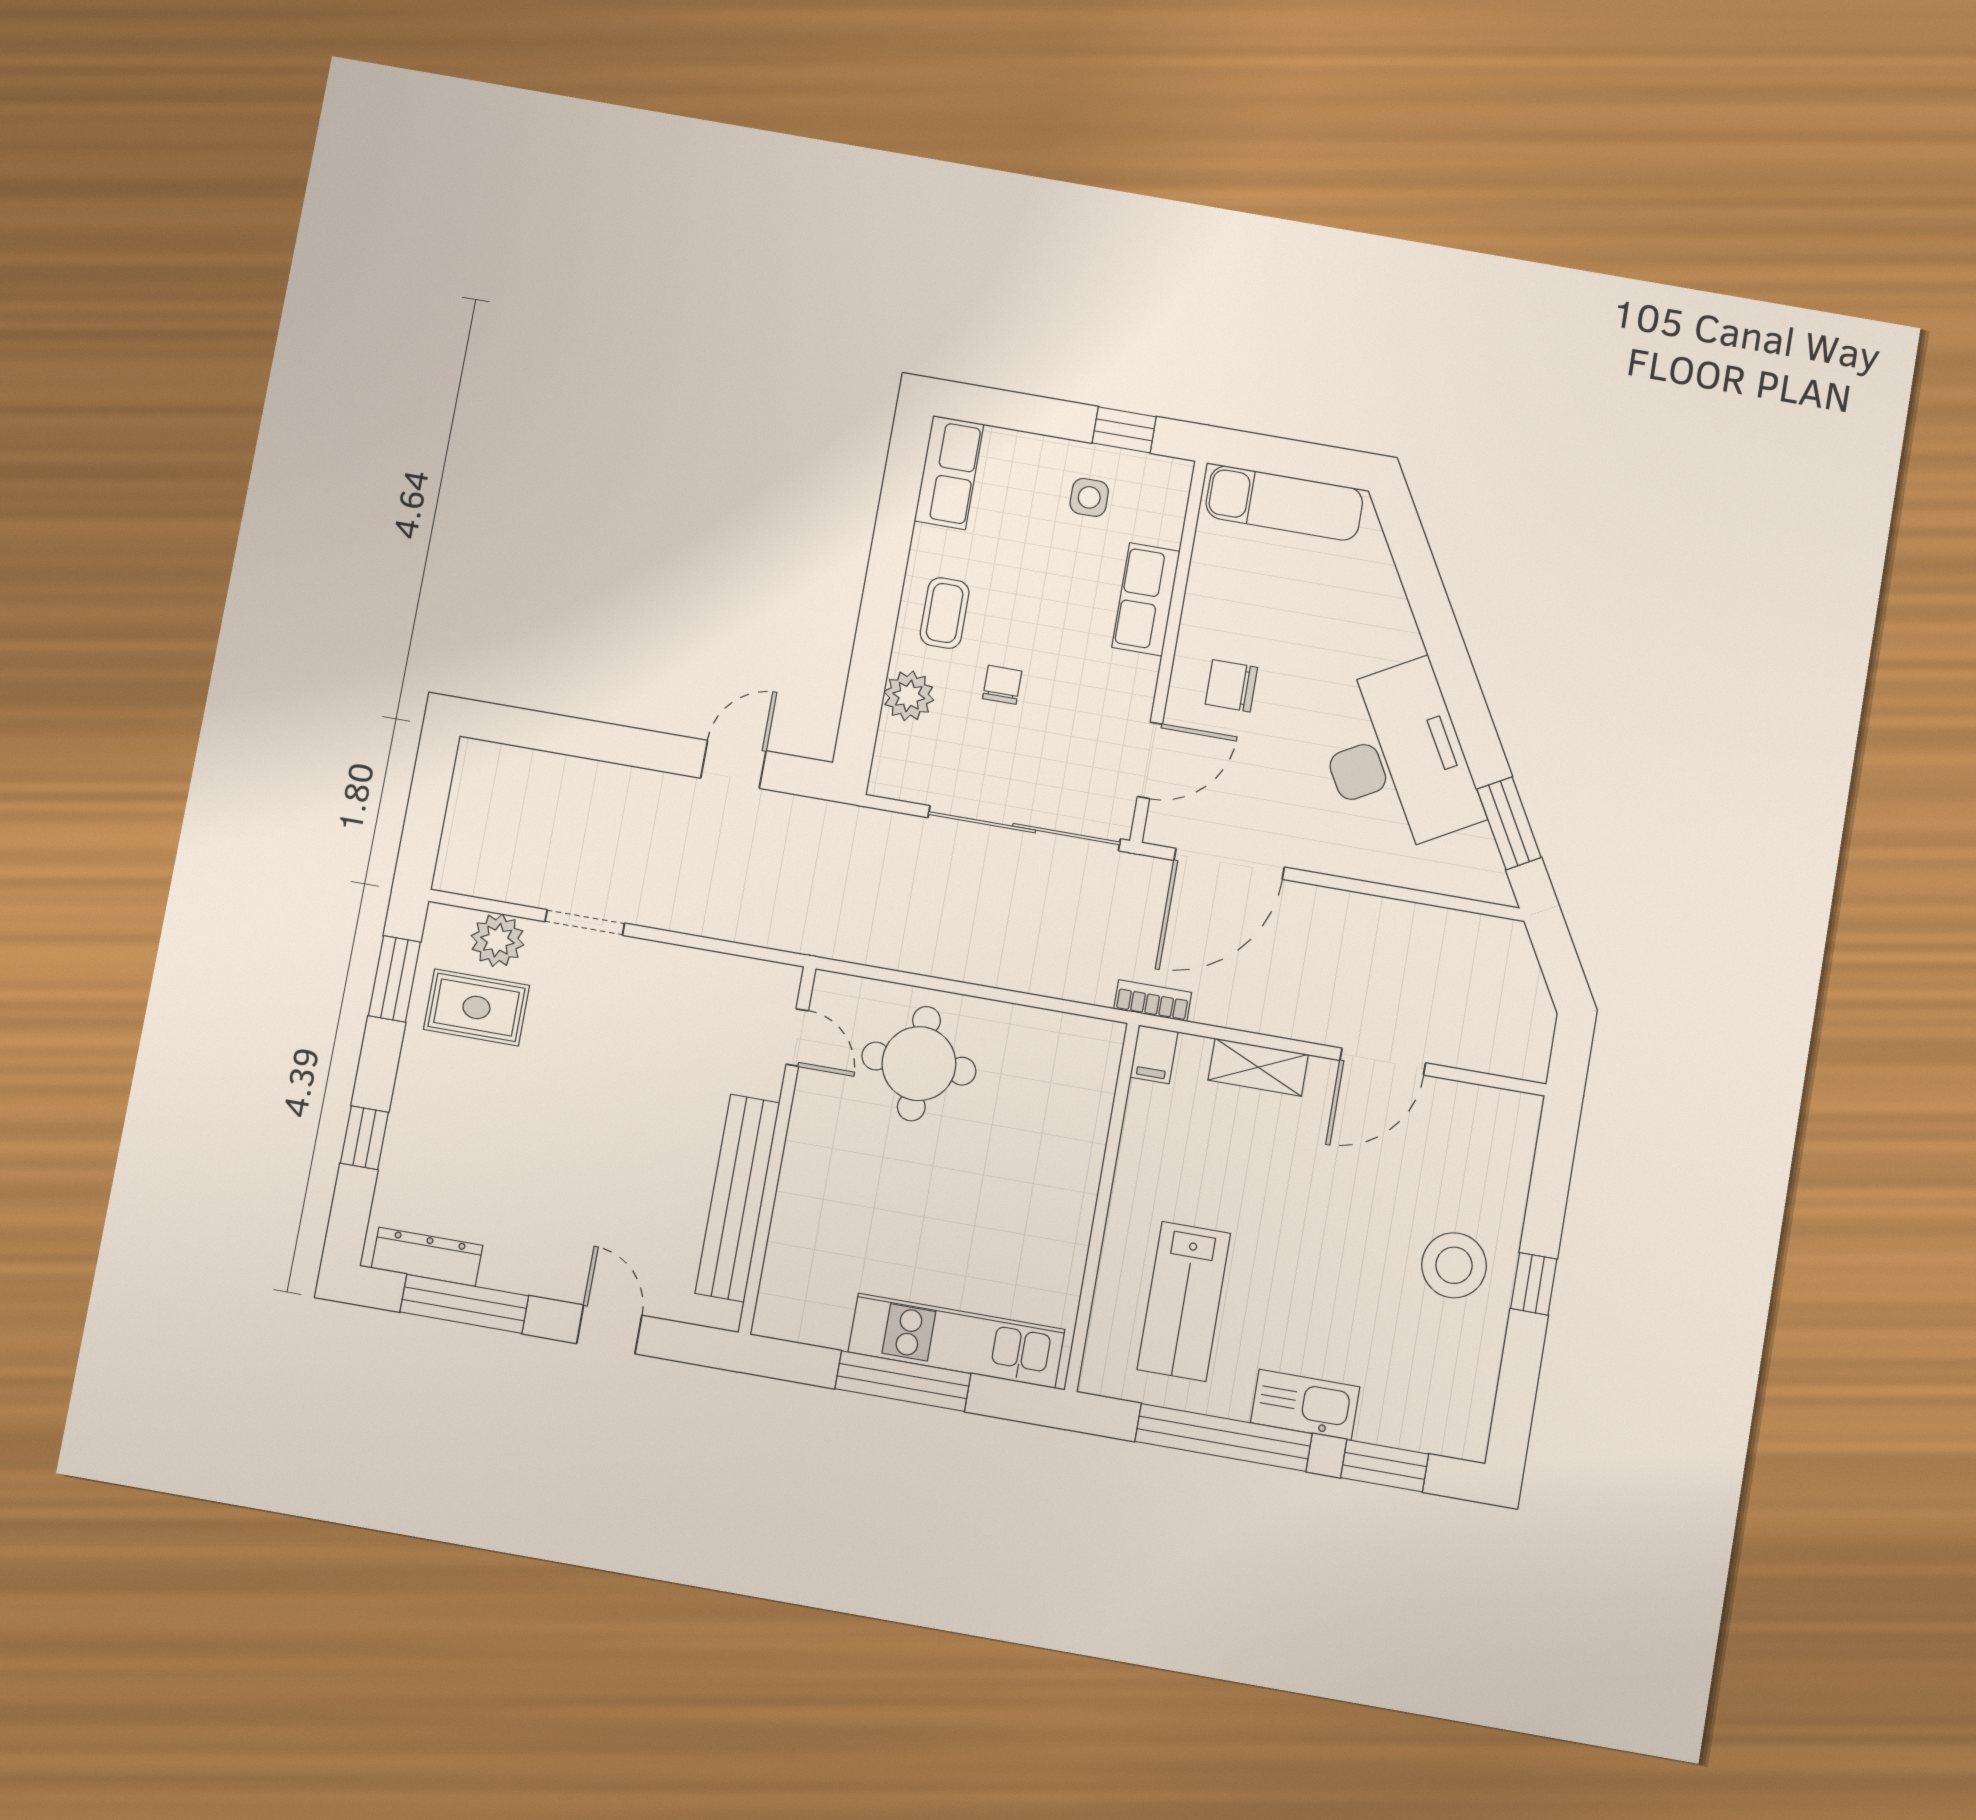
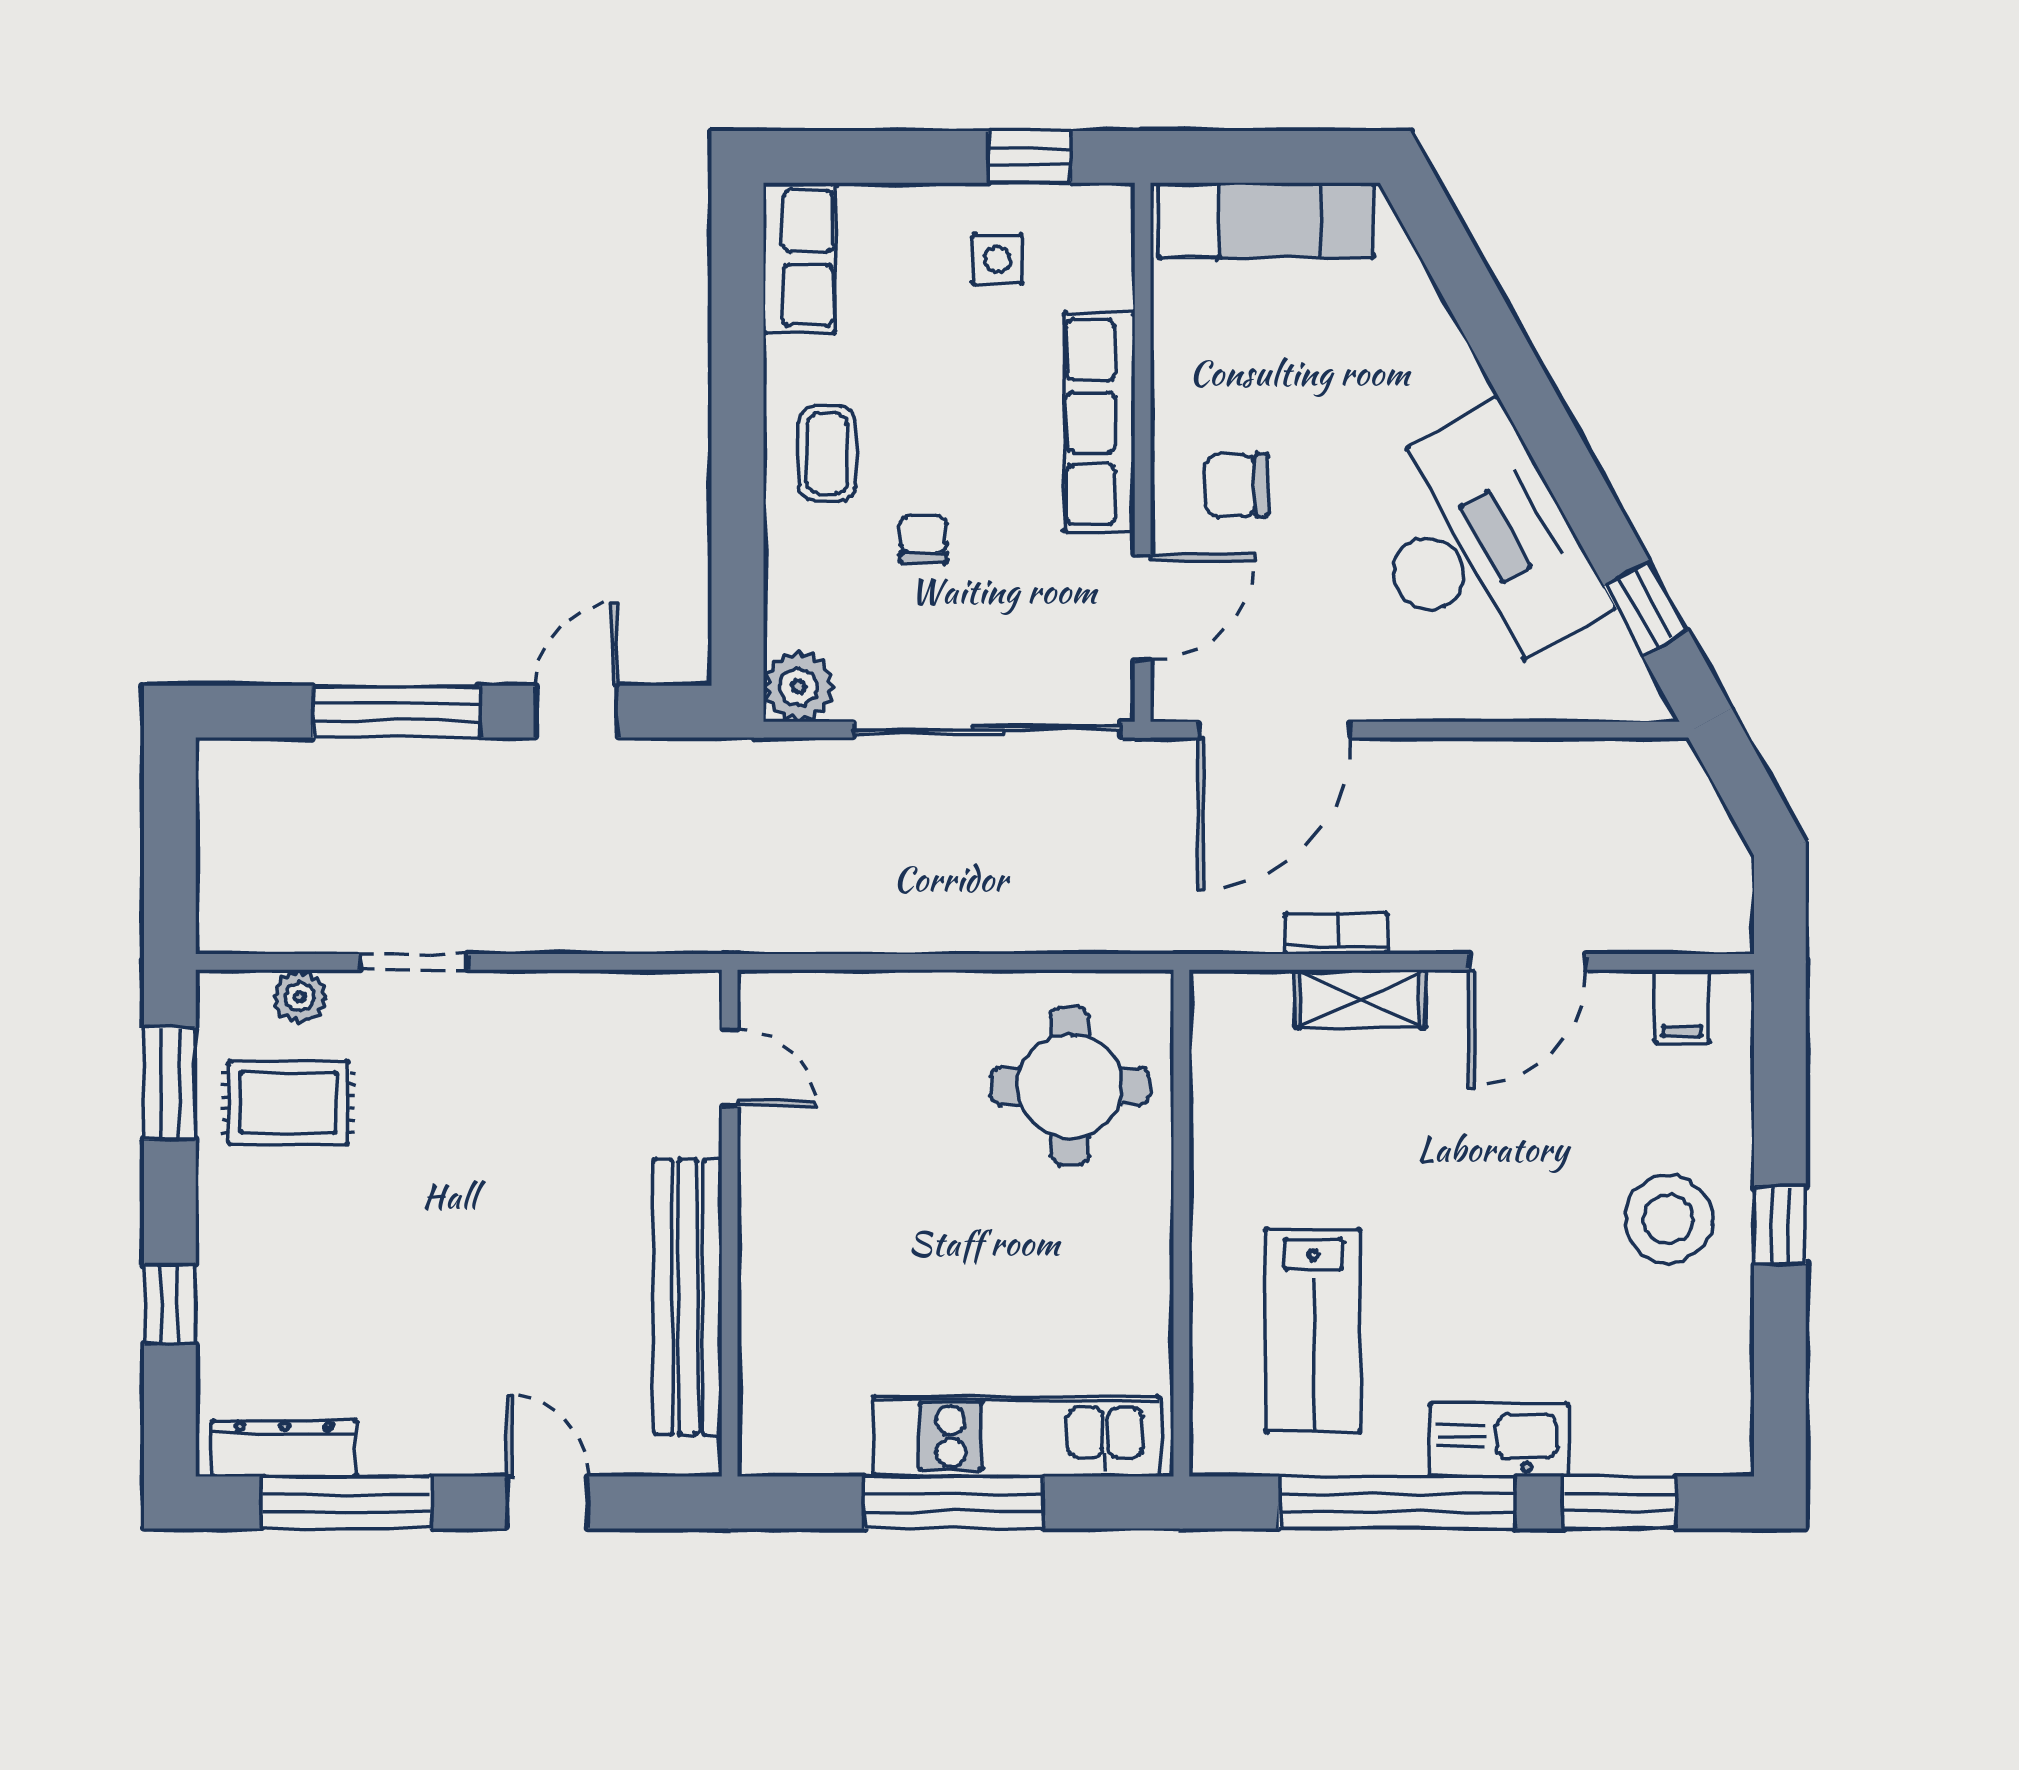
row of seats: (1146, 599) -> (1099, 422), width x1.48
plant: (909, 696) -> (799, 687), moved
window: (606, 742) -> (397, 712), added
window: (1509, 823) -> (1646, 608), width x0.67
plant: (497, 940) -> (300, 997), width x0.73, depth x0.73
bookcase: (1153, 1001) -> (1336, 934), moved
filing cabinet: (1154, 1054) -> (1682, 1006), moved
round table: (919, 1064) -> (1070, 1086), moved

